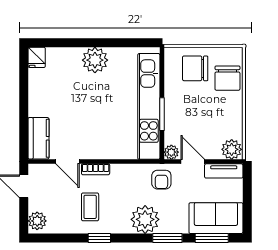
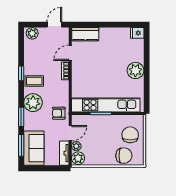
chair: (227, 78) -> (124, 156), turned 180
plant: (171, 152) -> (76, 146), moved
coffee table: (90, 207) -> (34, 81), moved

